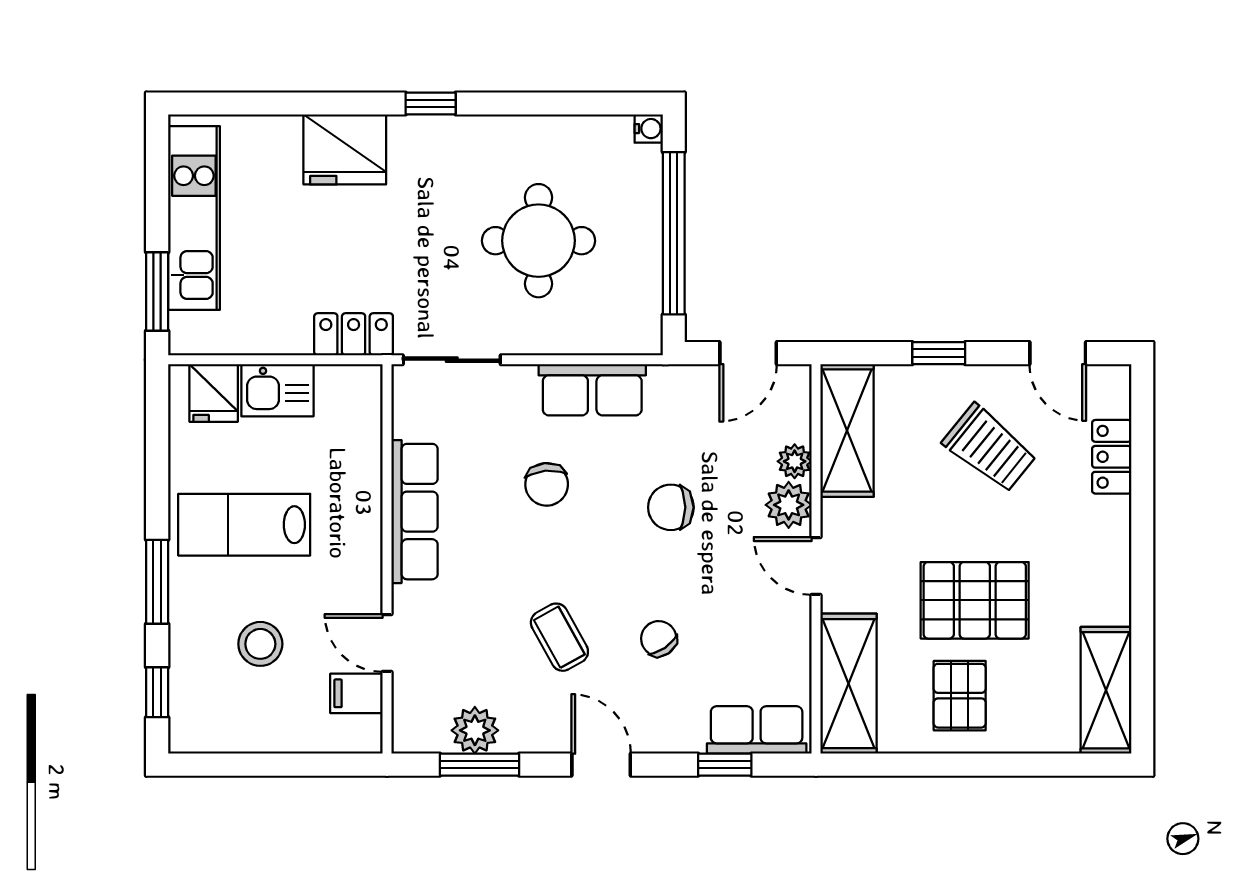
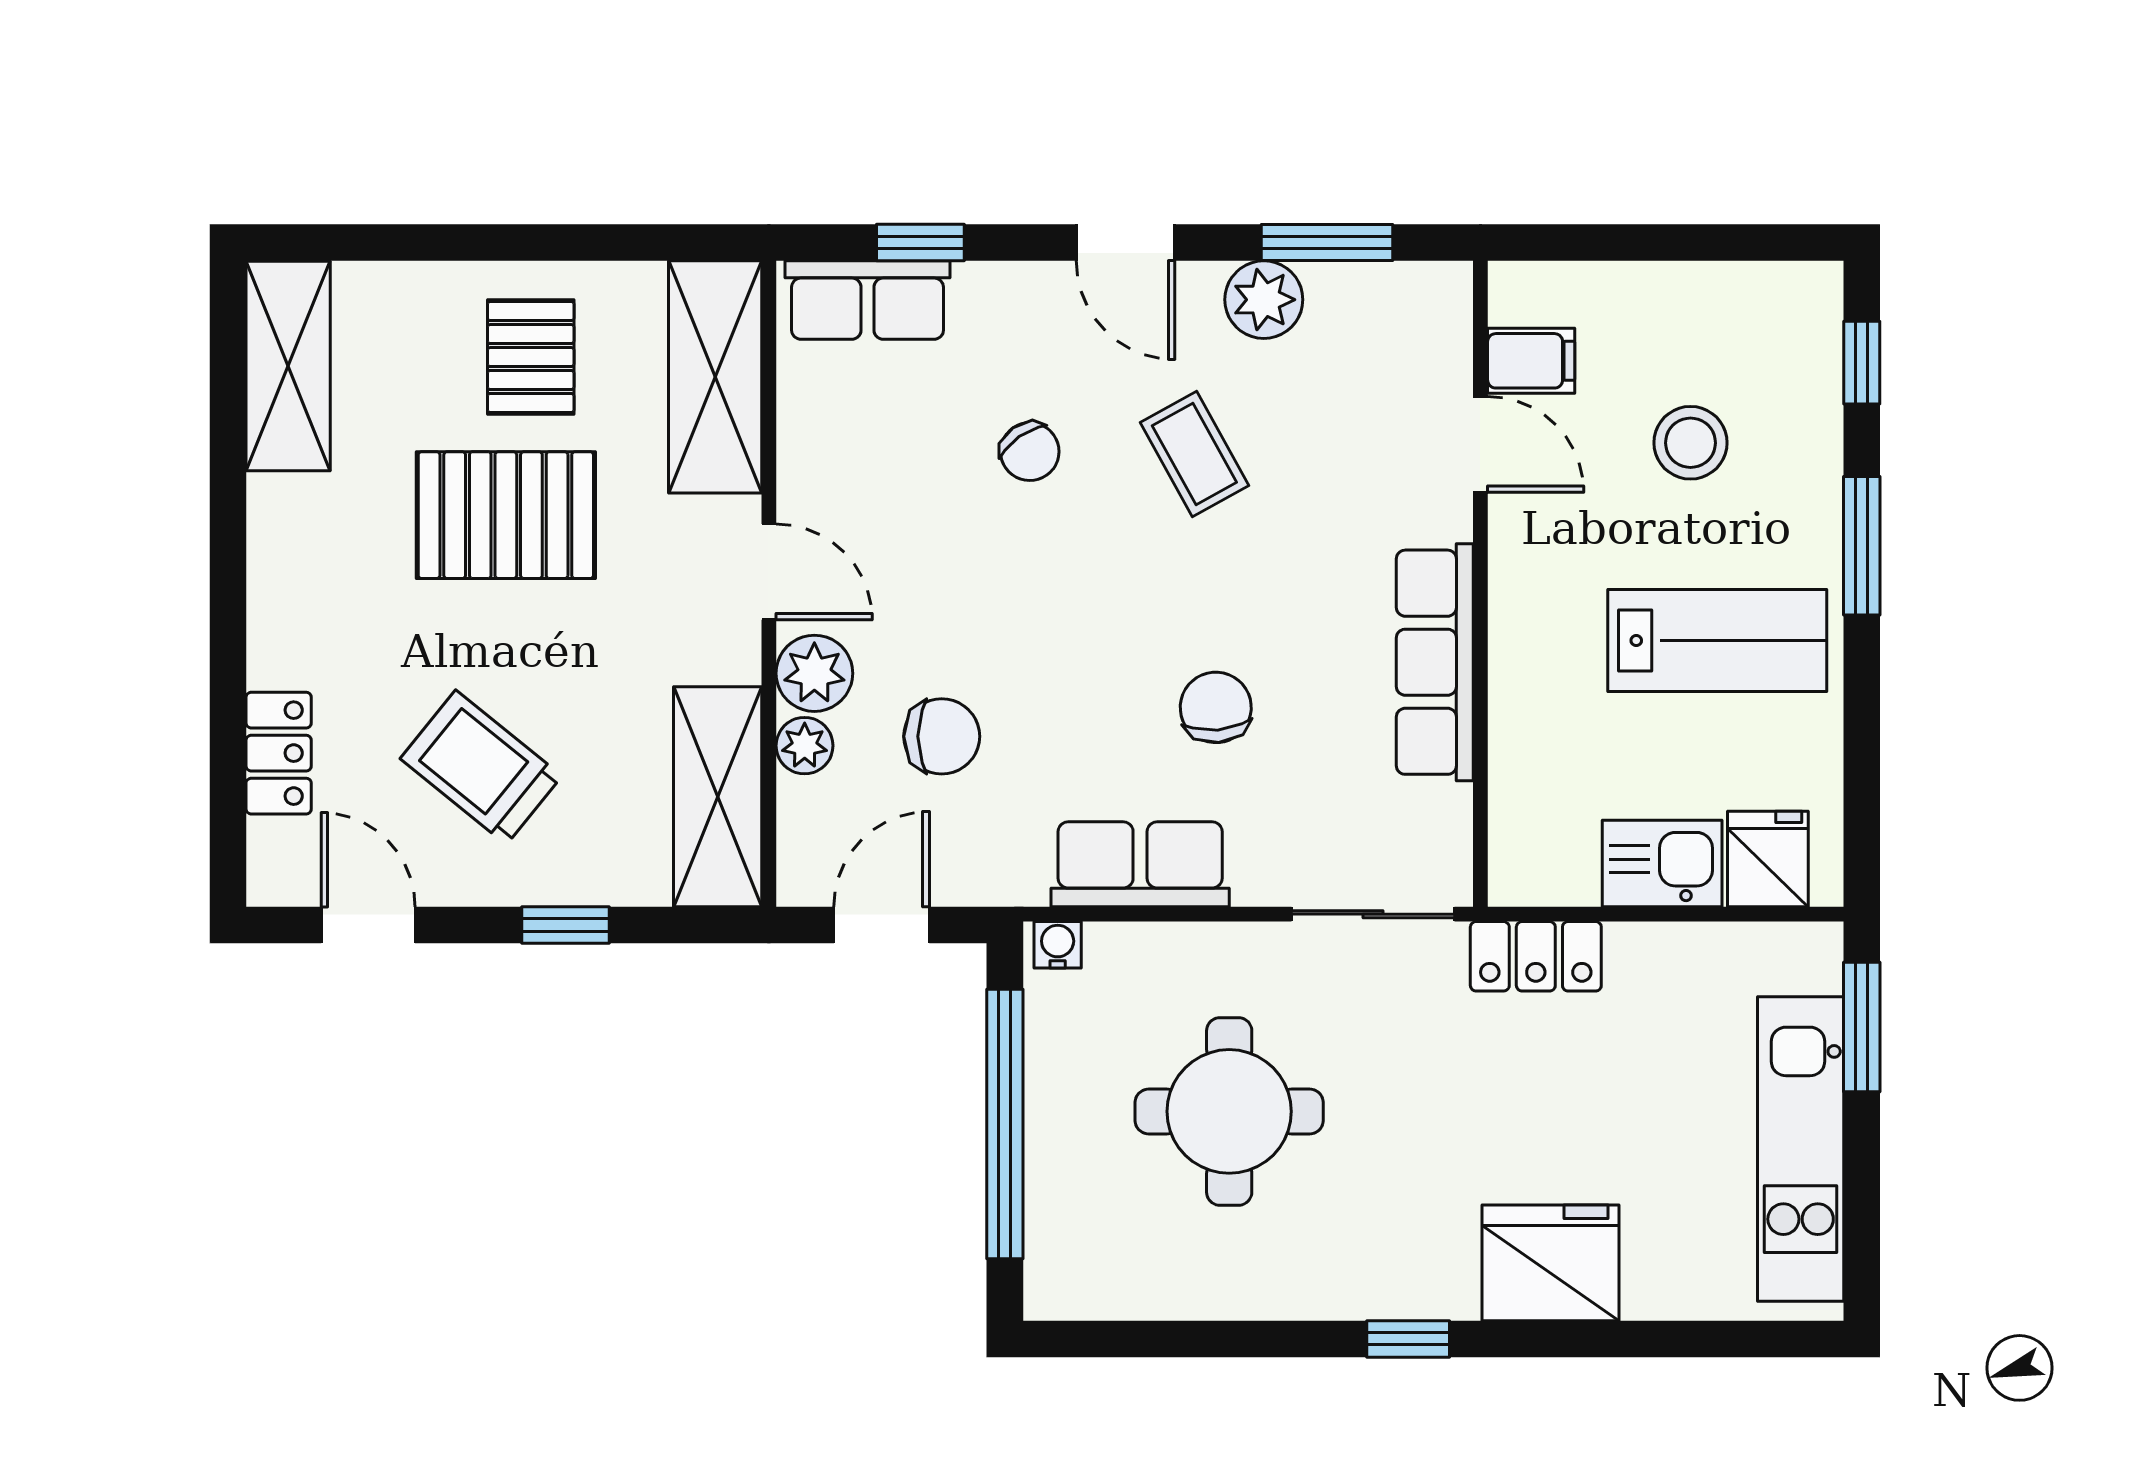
water cooler: (649, 129) -> (1058, 945), moved, turned 90
chair: (671, 507) -> (942, 736), moved
plant: (475, 730) -> (1264, 300), moved

